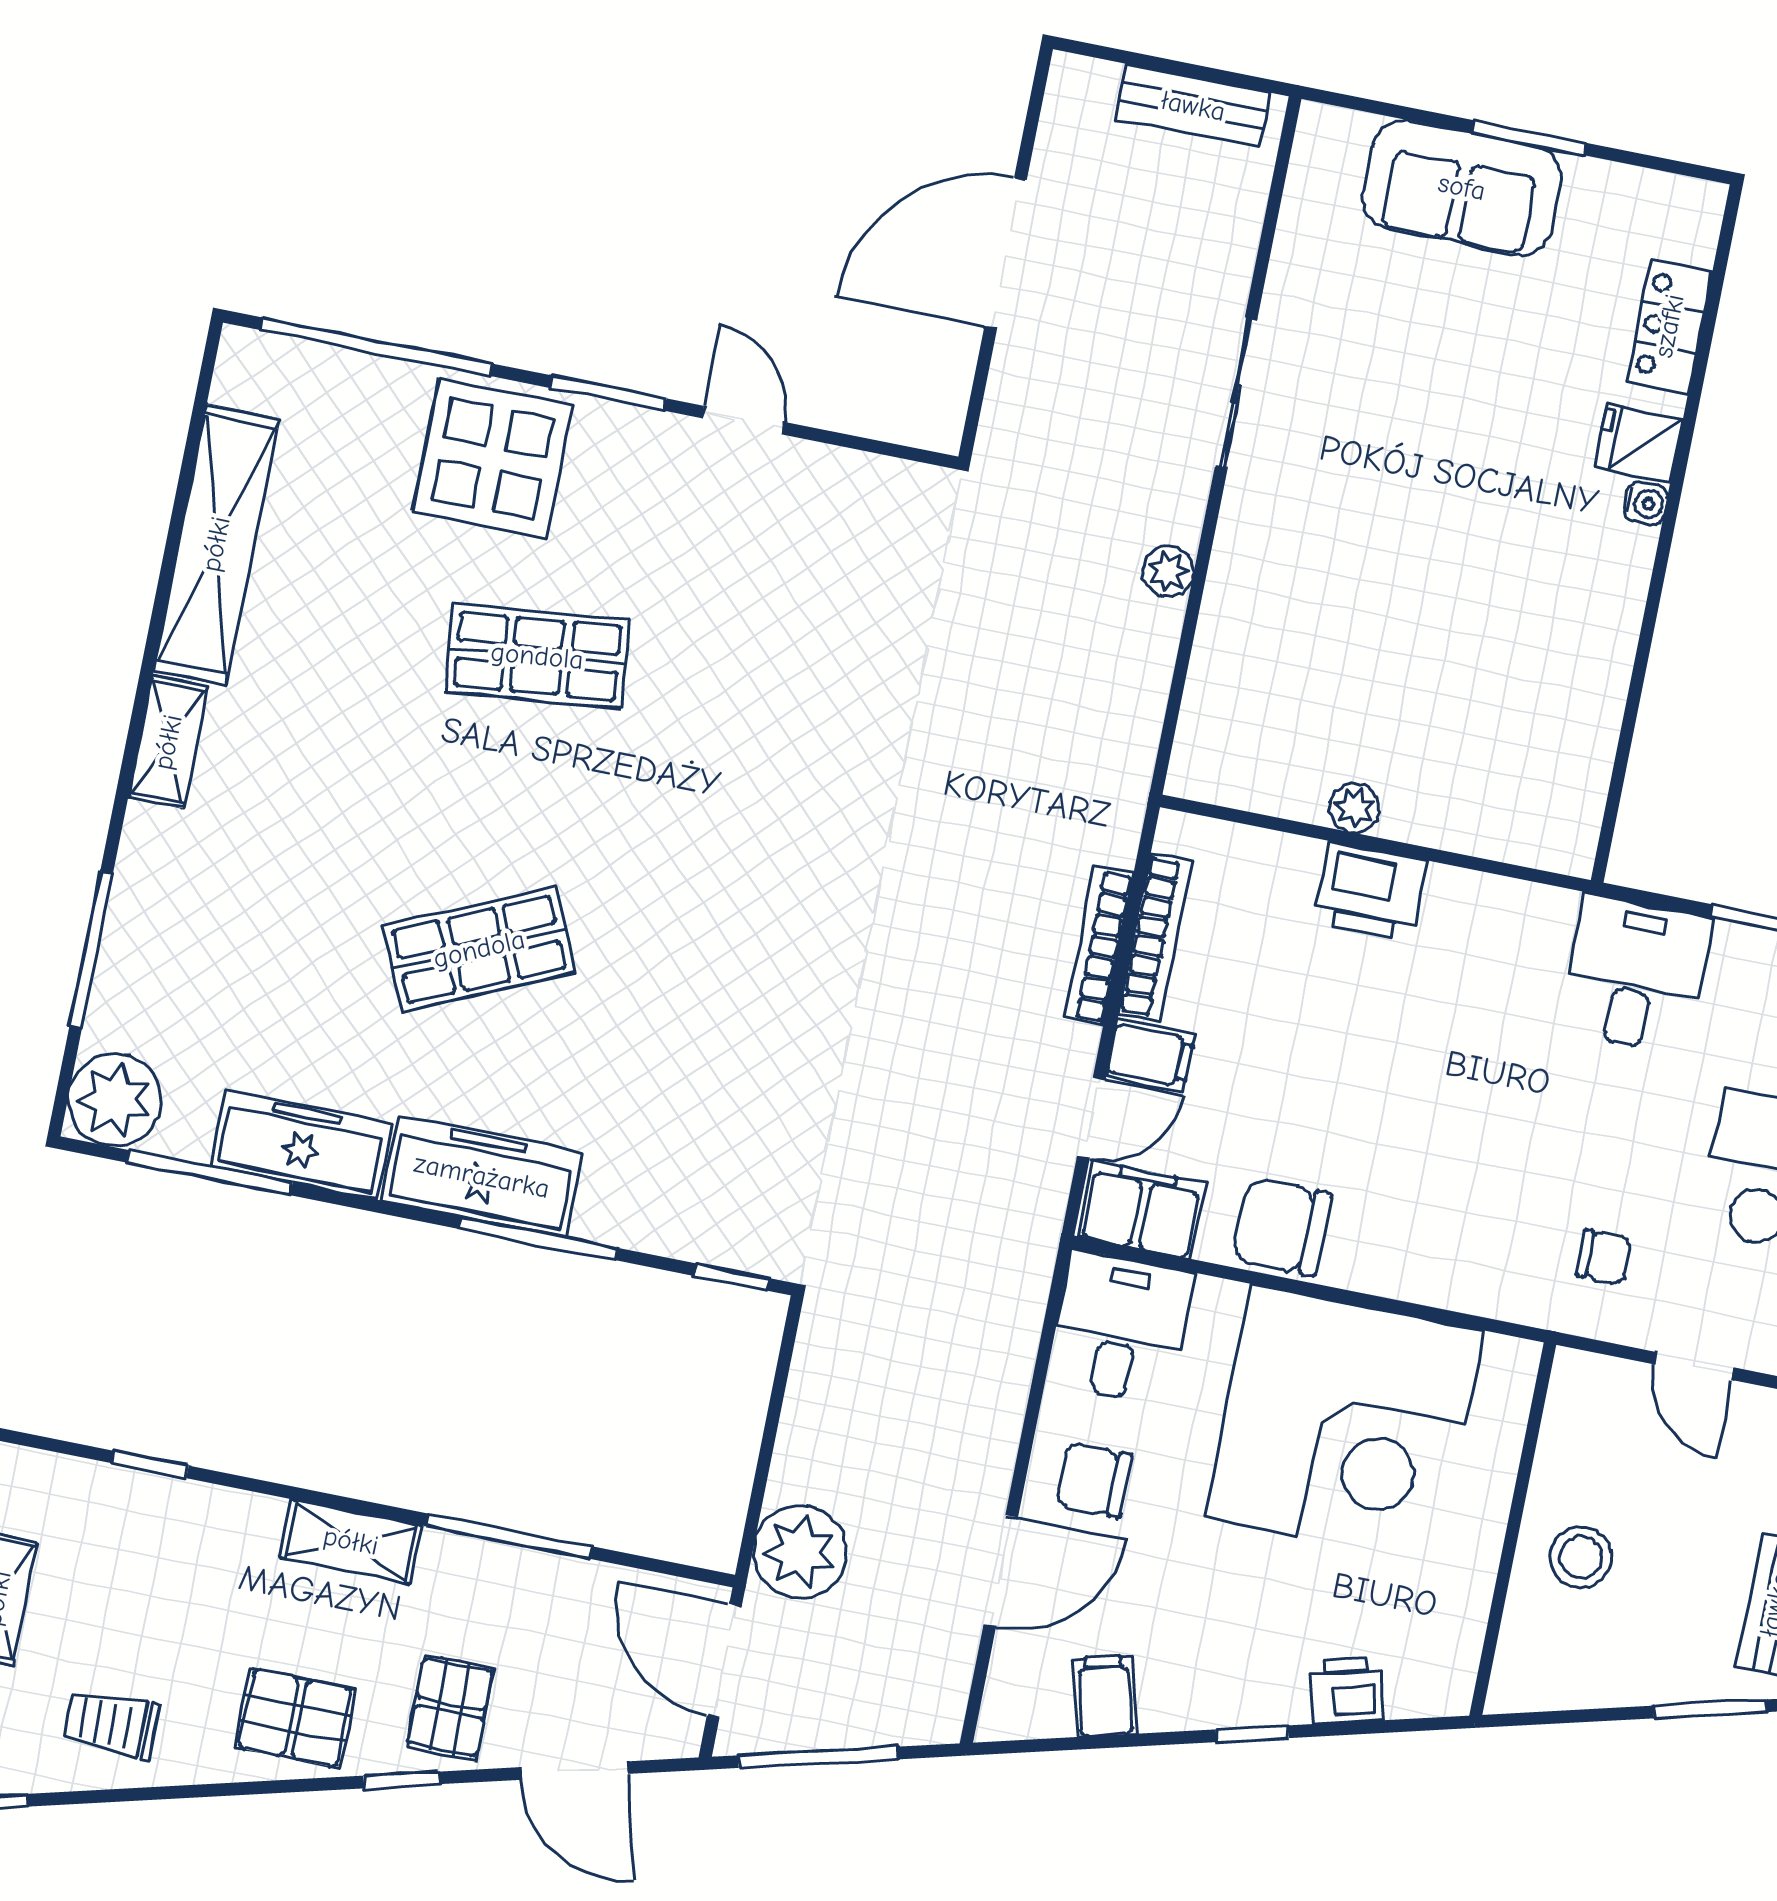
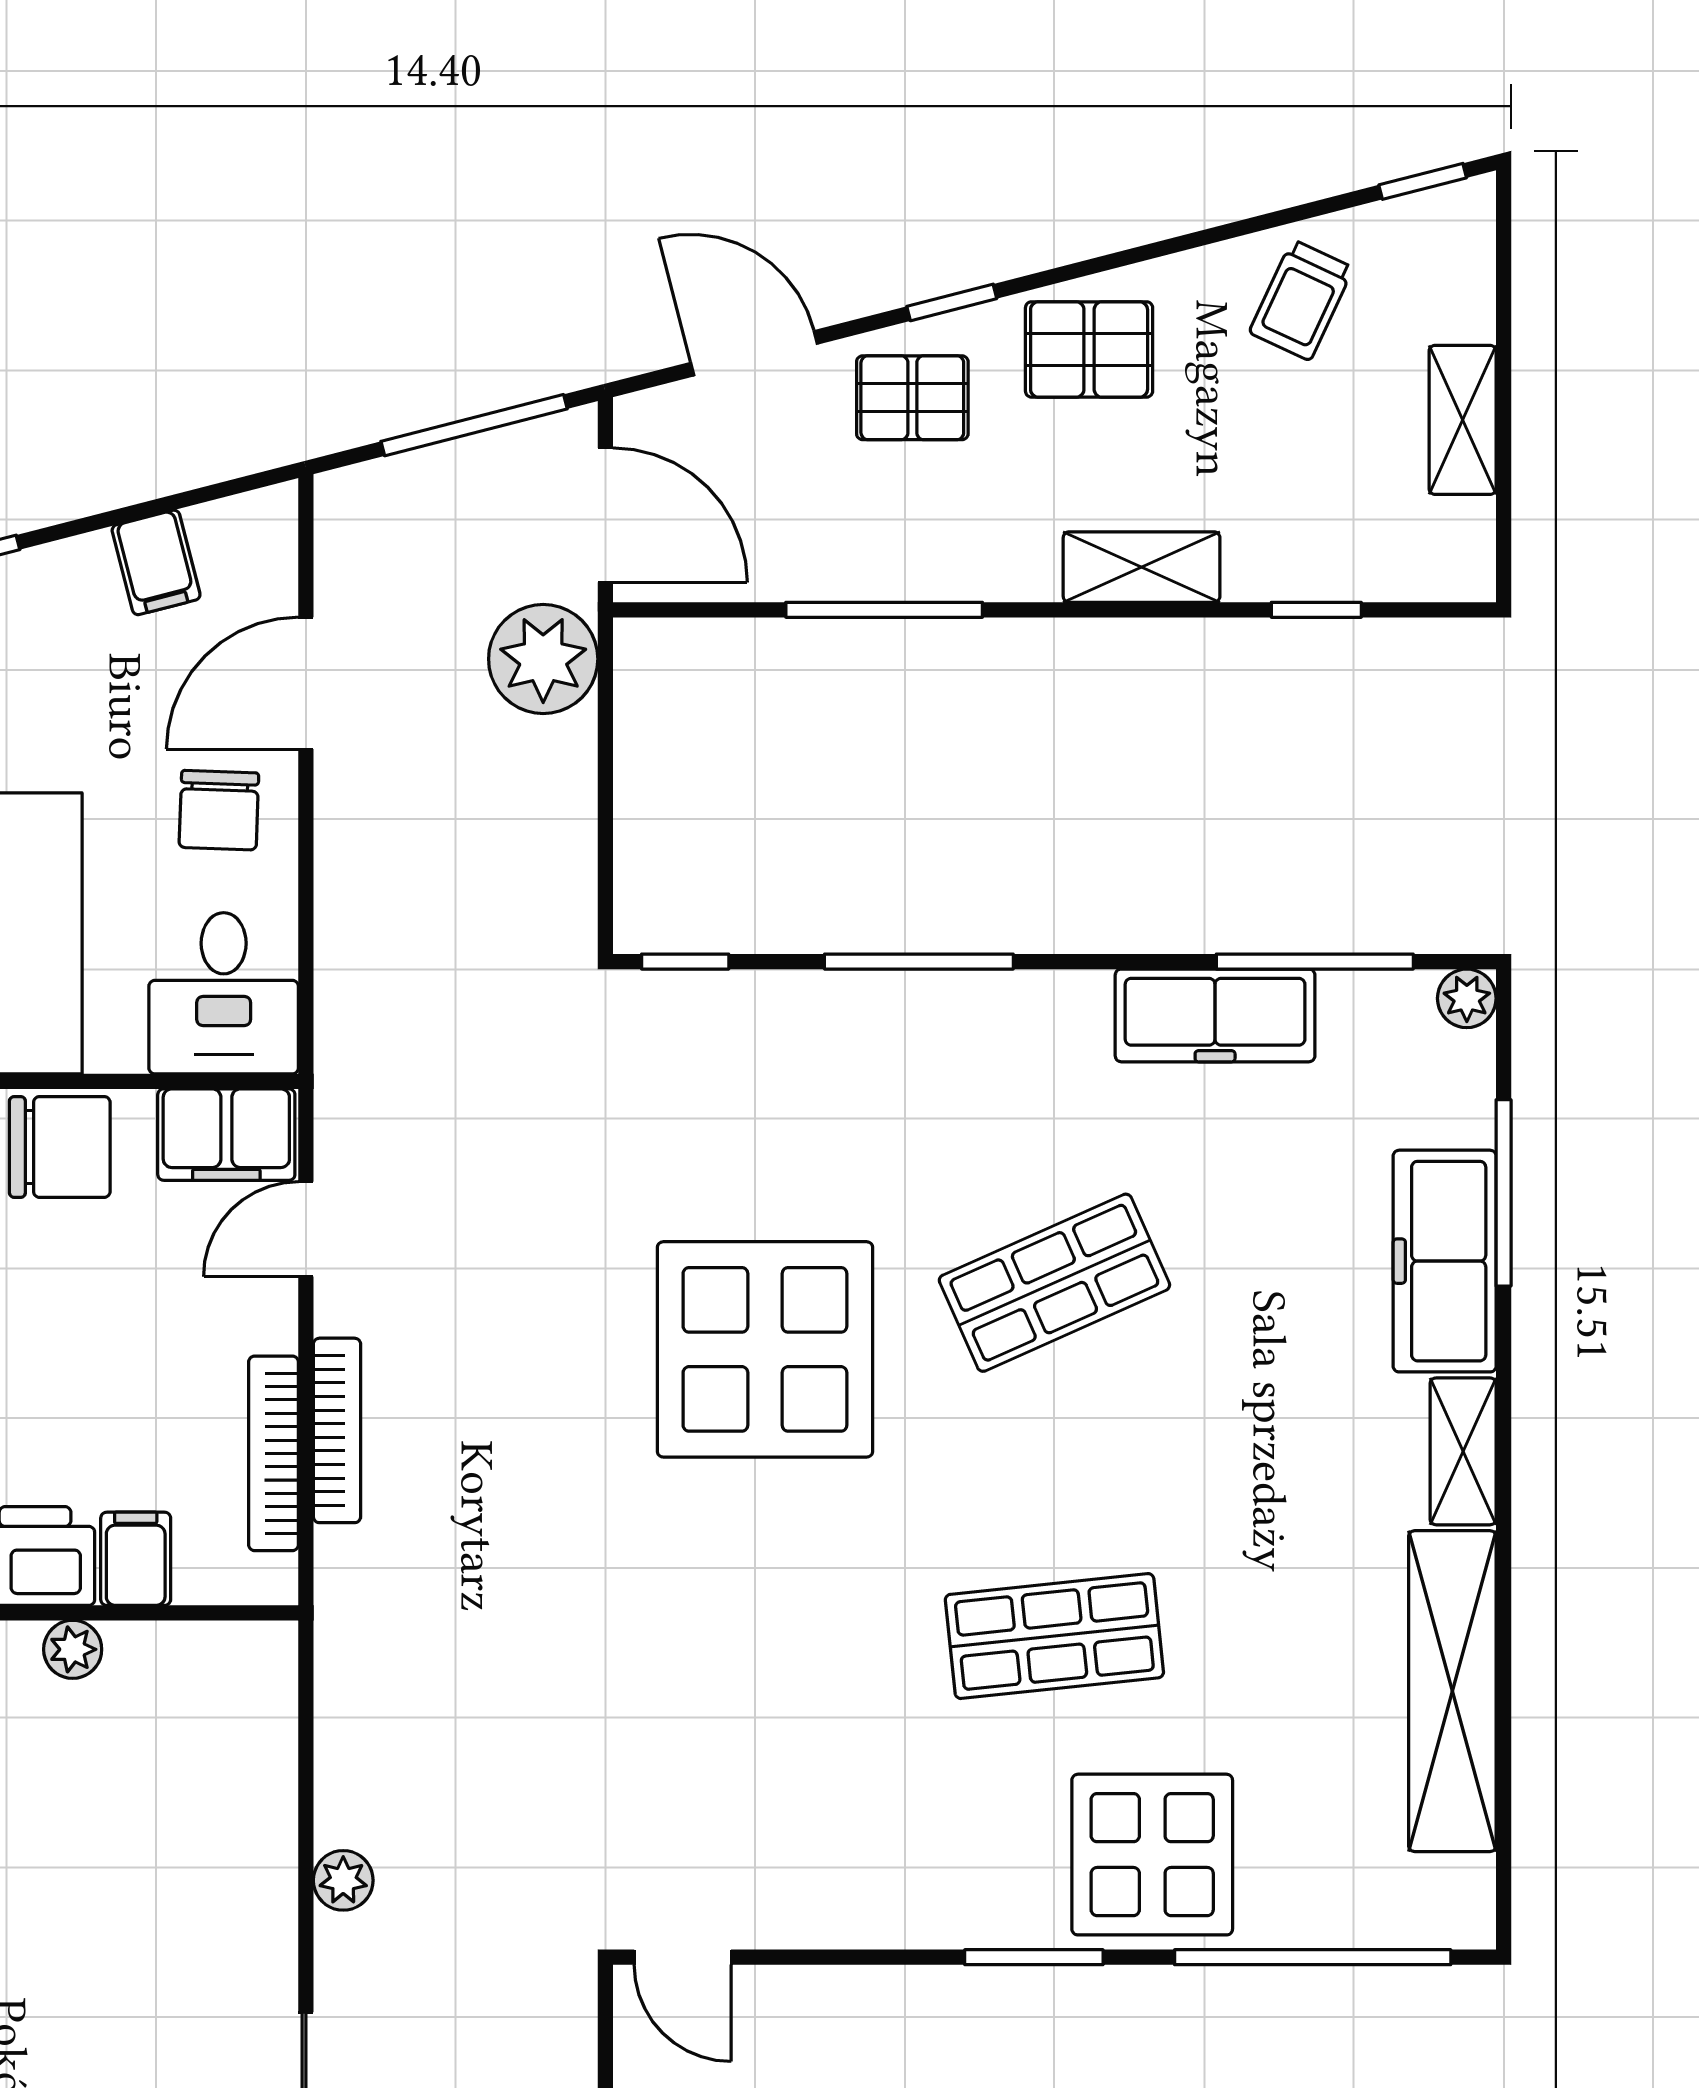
door: (743, 420) -> (683, 1957), moved
display table: (730, 942) -> (765, 1349), added
filing cabinet: (1150, 1056) -> (136, 1559), moved, turned 90
plant: (115, 1100) -> (1467, 998), width x0.53, depth x0.53
freezer: (482, 1176) -> (1445, 1261), moved, turned 90
chair: (1094, 1480) -> (219, 810), turned 92
shelving: (351, 1541) -> (1142, 567), moved
pallet: (450, 1707) -> (912, 398), turned 90
trolley: (111, 1724) -> (1301, 300), turned 115

